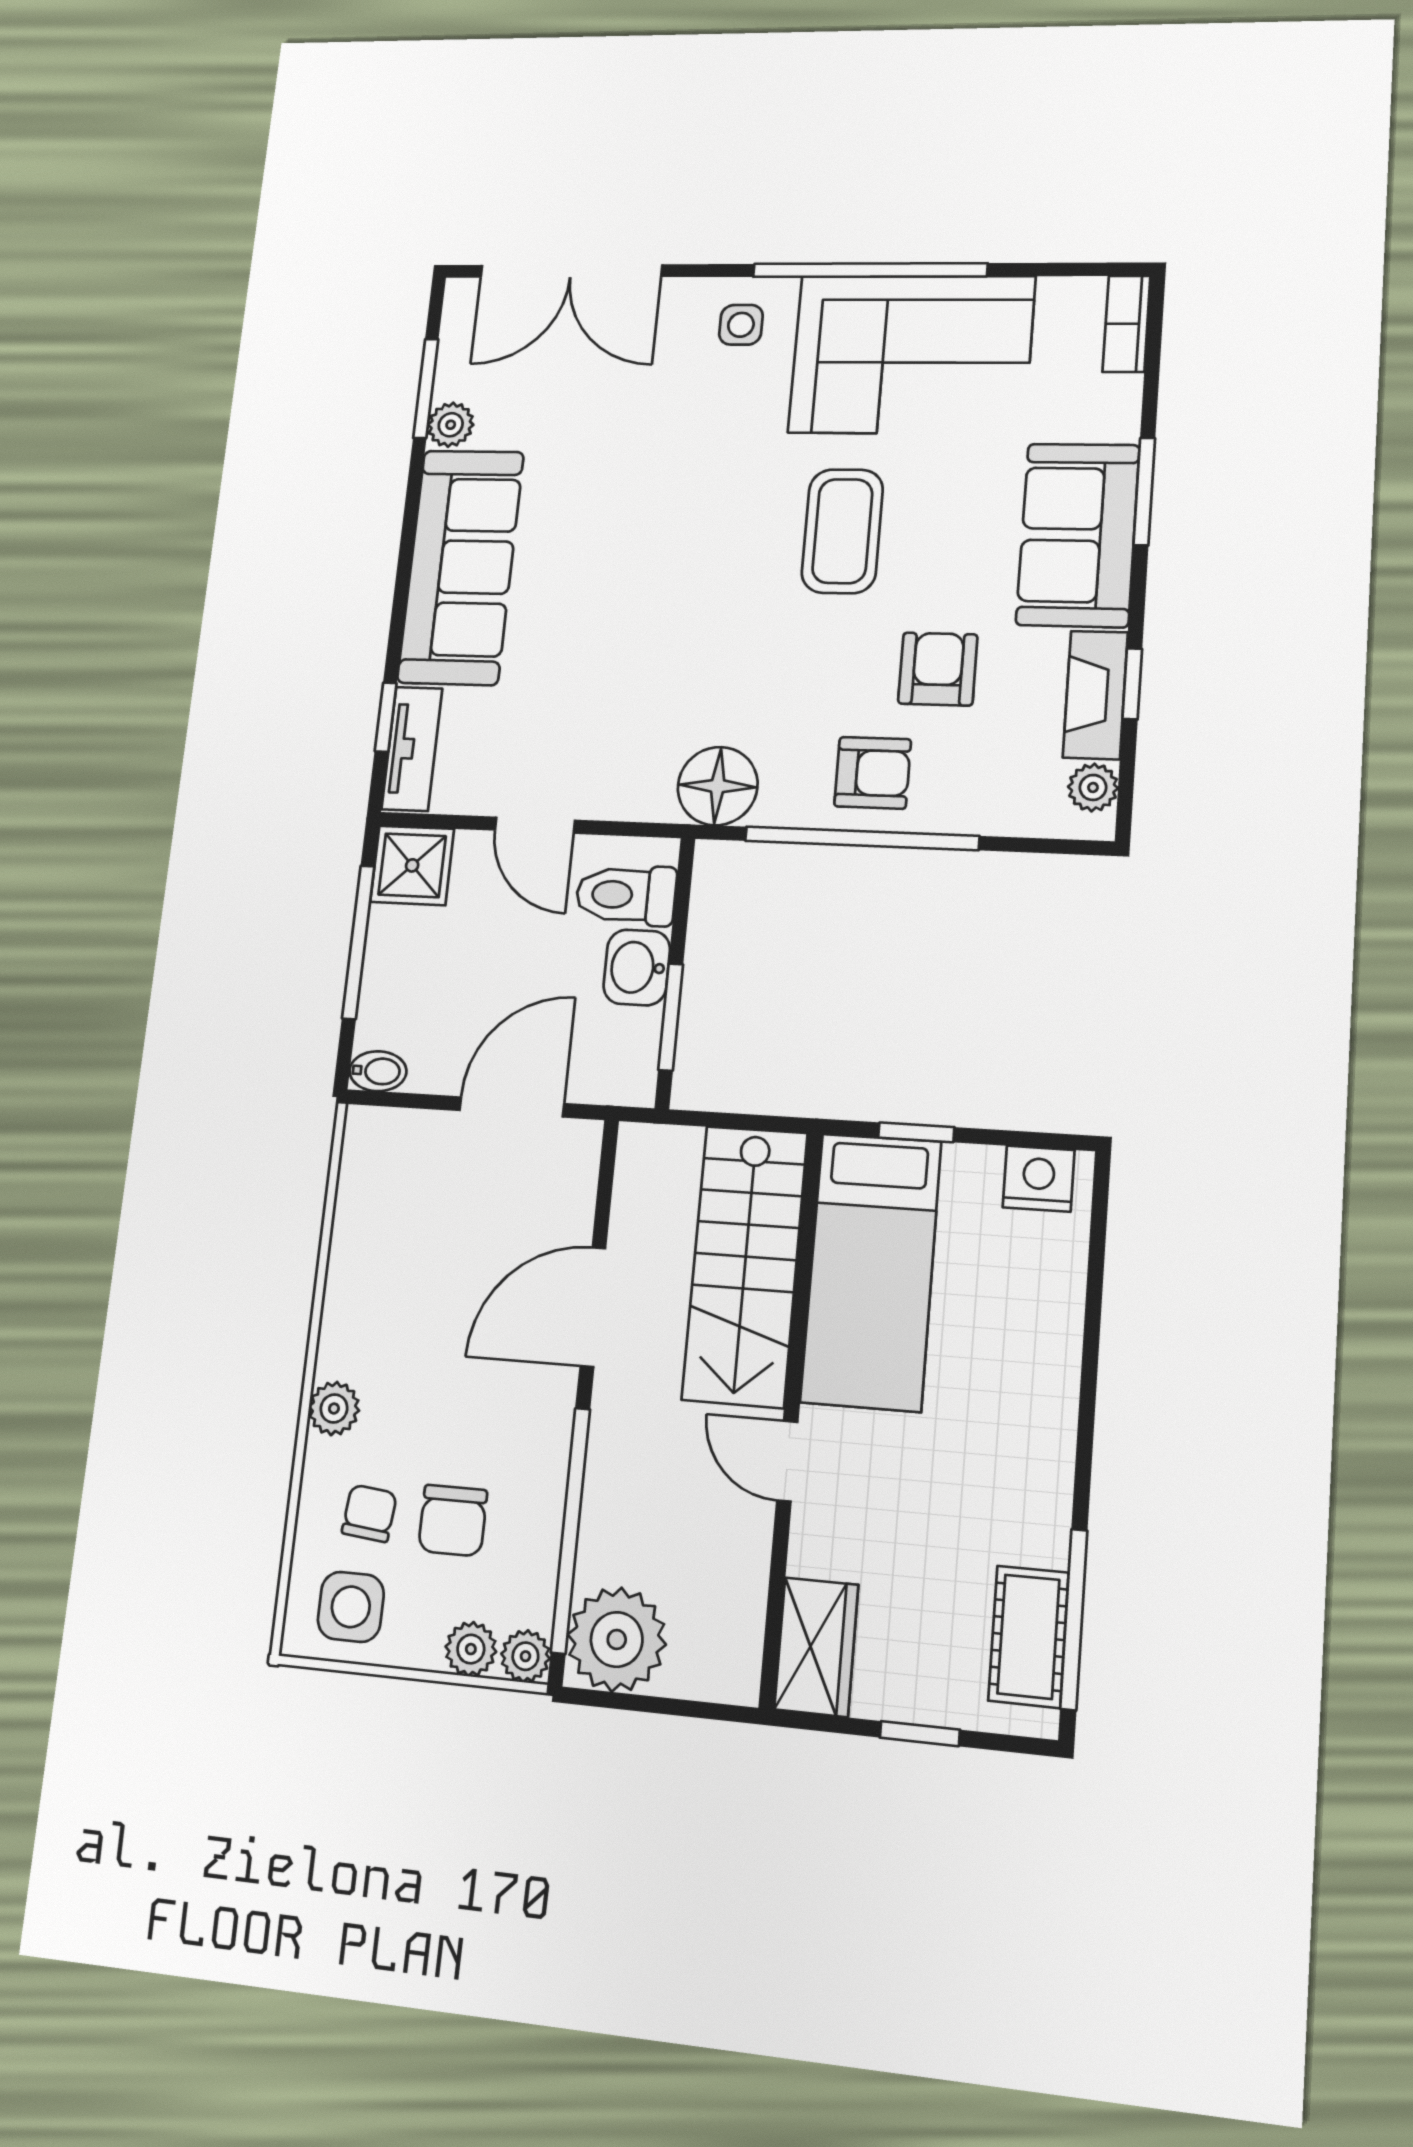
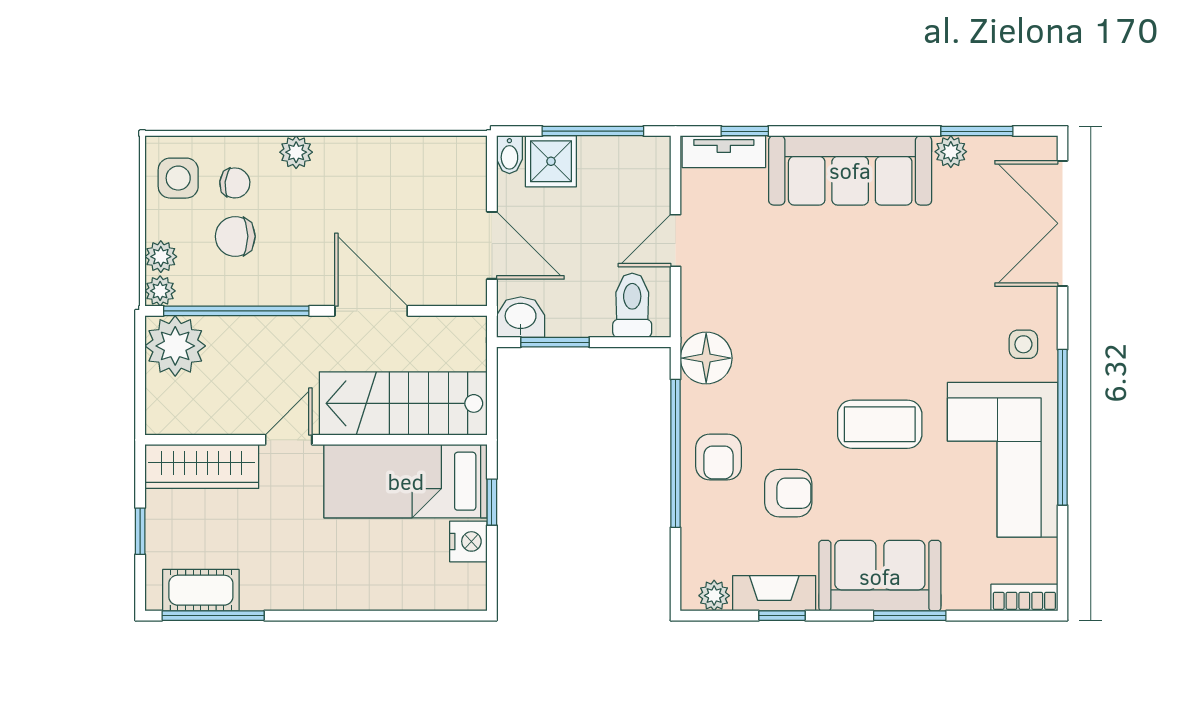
shower: (412, 865) -> (551, 161), moved
washbasin: (637, 967) -> (521, 317), moved
nightstand: (1039, 1179) -> (468, 541), moved
wardrobe: (816, 1647) -> (202, 466), width x1.50

